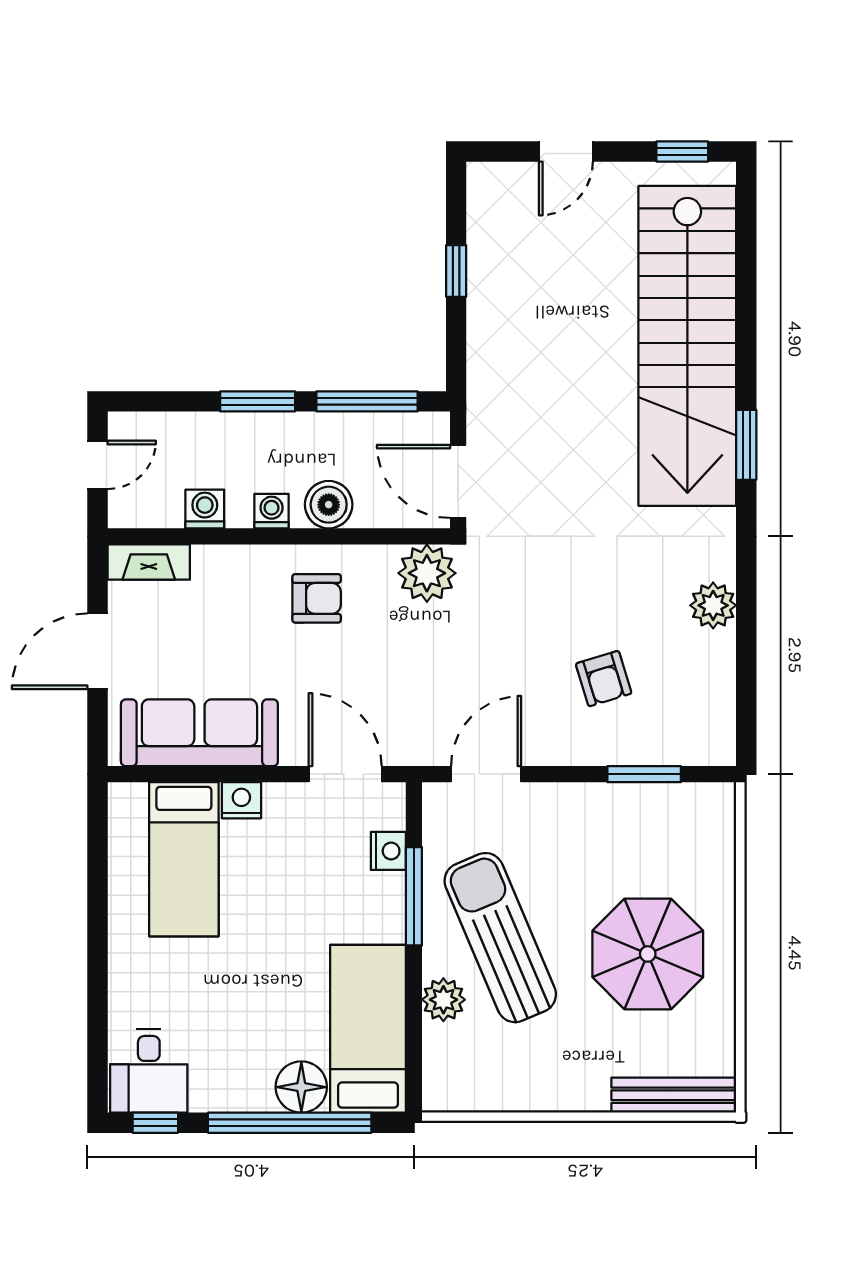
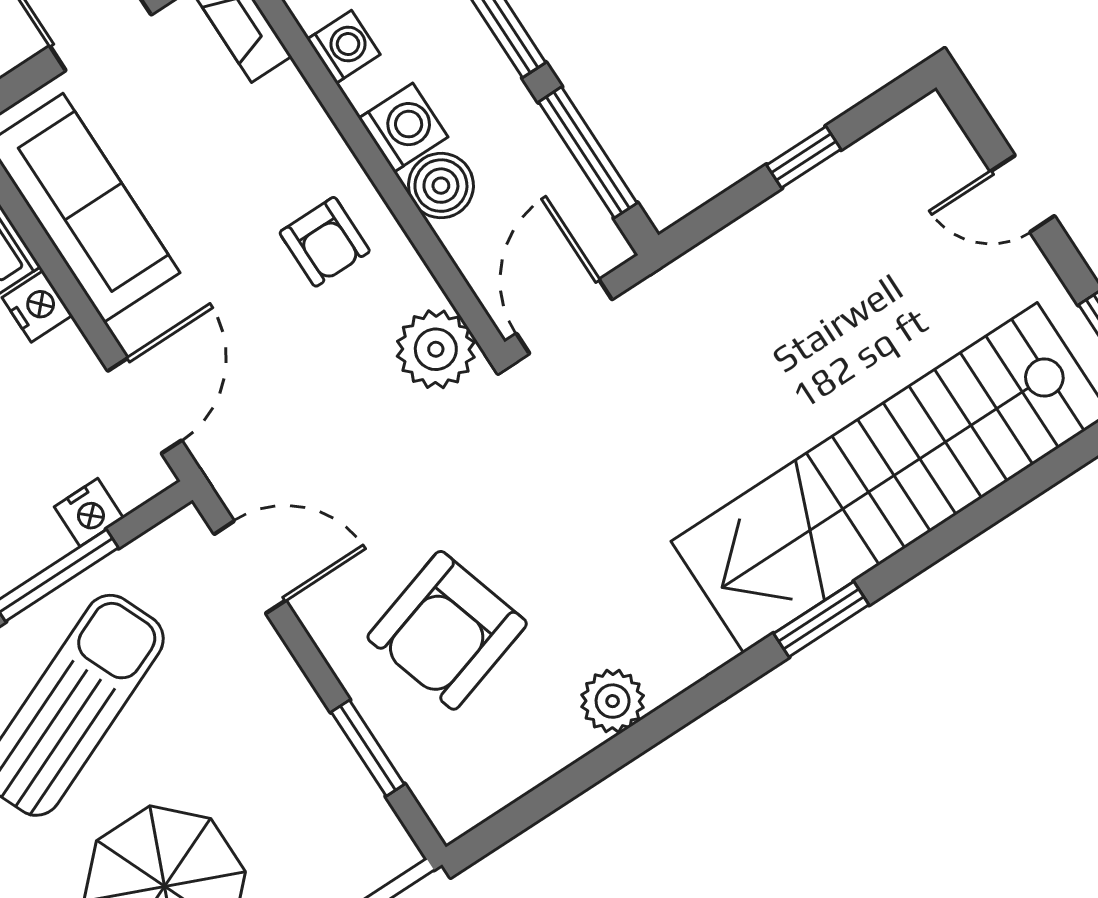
washing machine: (272, 511) -> (403, 128), width x1.38, depth x1.38
armchair: (604, 679) -> (447, 630), width x1.88, depth x1.88

